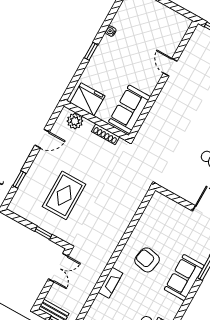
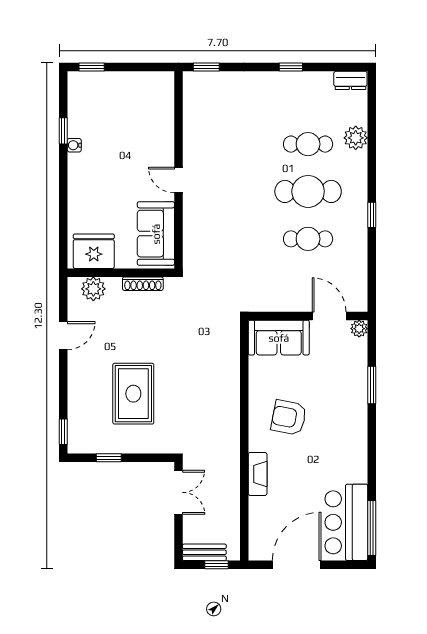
window: (91, 51) -> (63, 131), moved
door: (170, 67) -> (178, 180), moved
window: (19, 179) -> (63, 432), moved
window: (43, 233) -> (109, 458), moved
sofa: (184, 278) -> (279, 338), moved, turned -90

